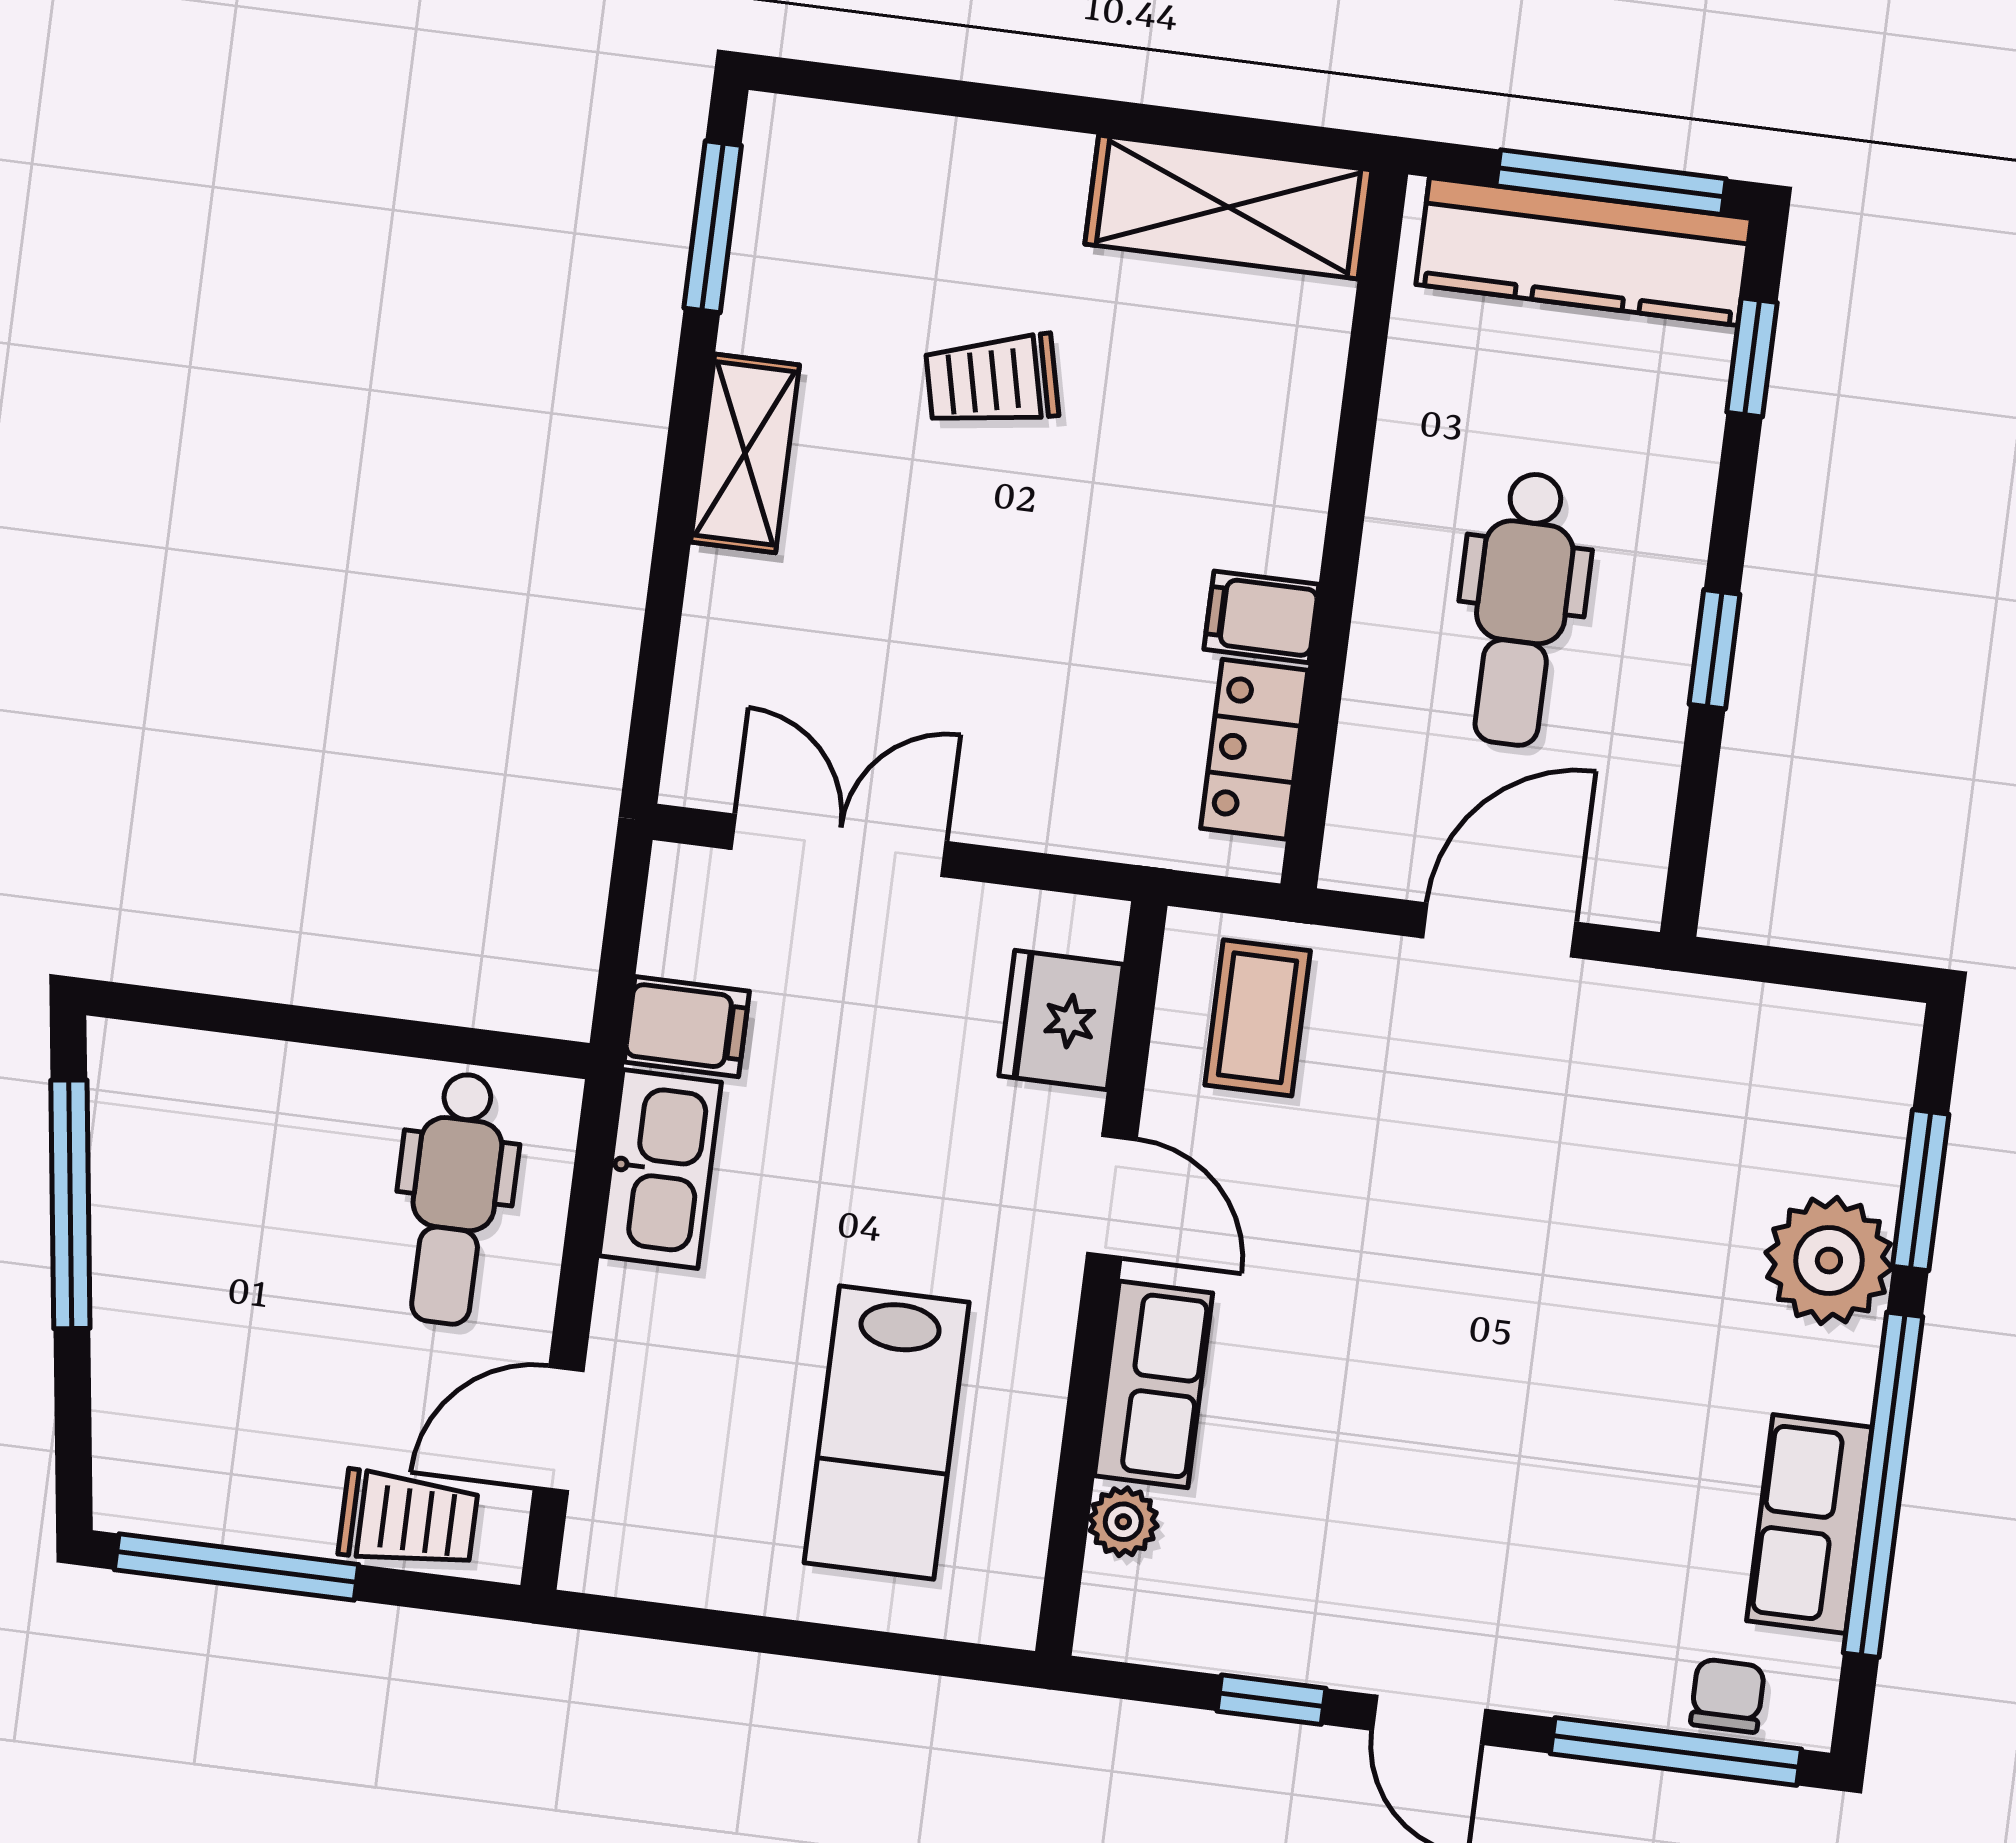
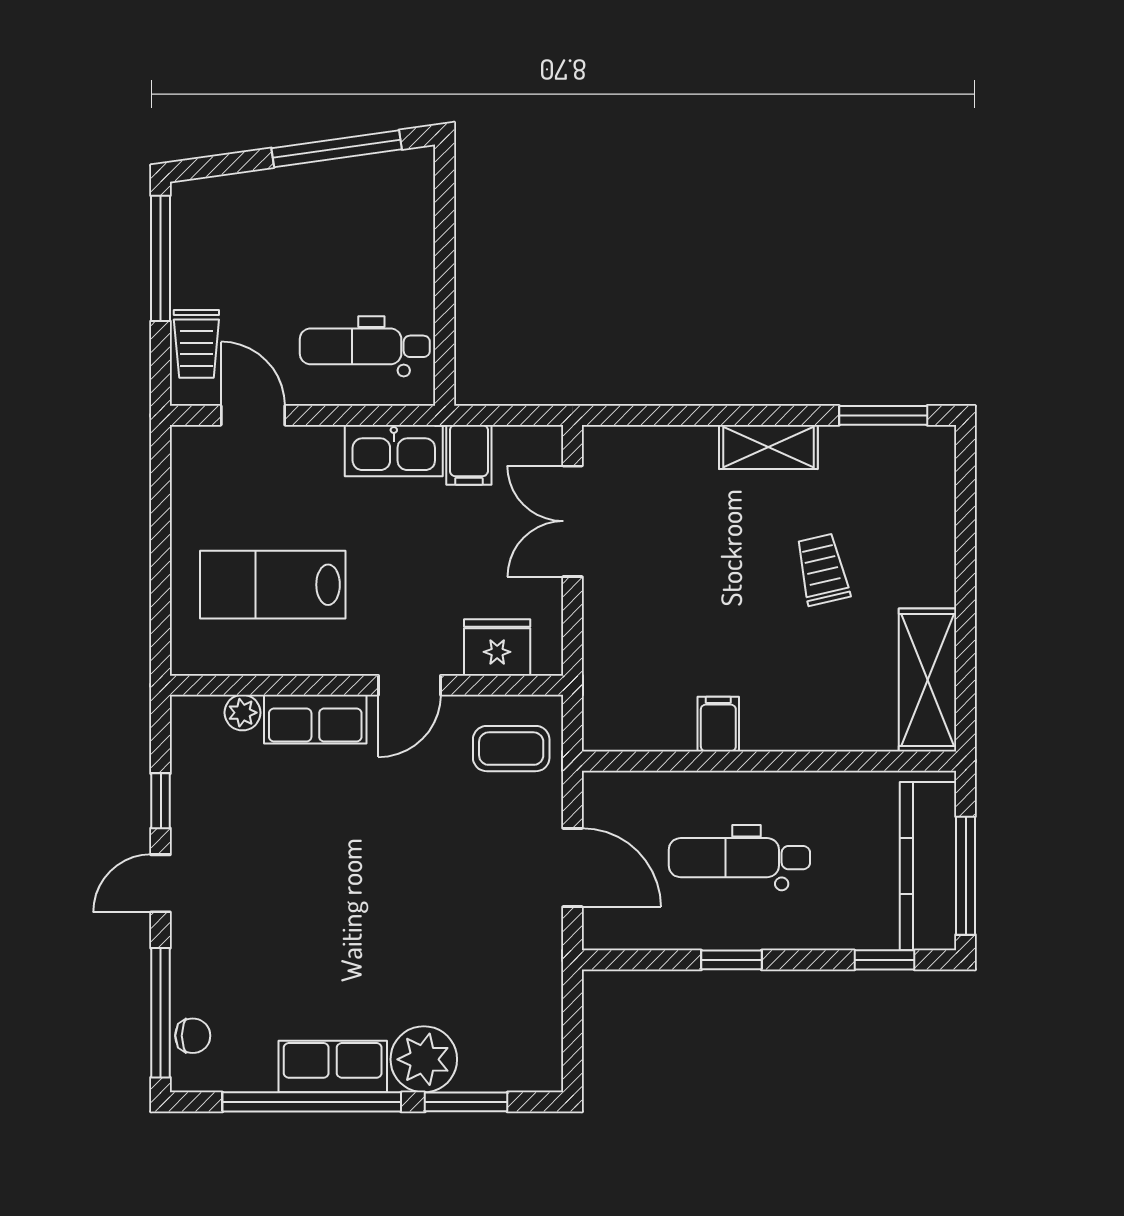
locker: (1254, 749) -> (650, 729), removed
double door: (839, 845) -> (572, 521), swing flipped
row of seats: (1809, 1524) -> (333, 1067), moved

